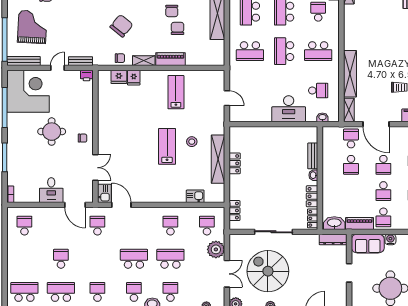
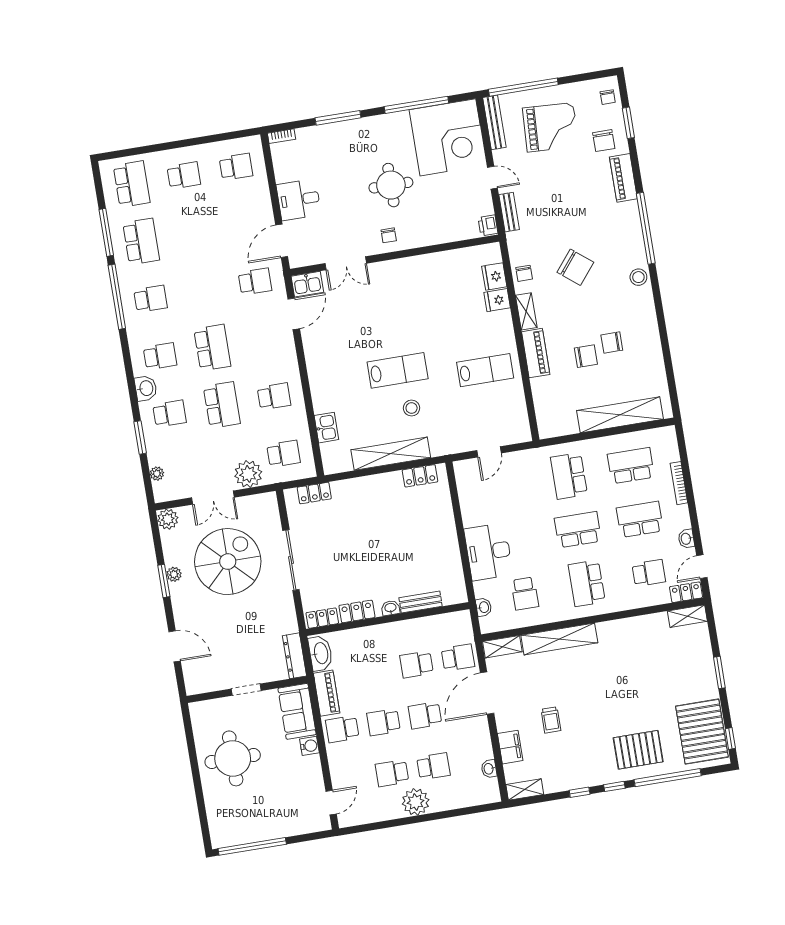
locker: (235, 163) -> (420, 476), moved
school desk: (61, 259) -> (184, 175), moved

